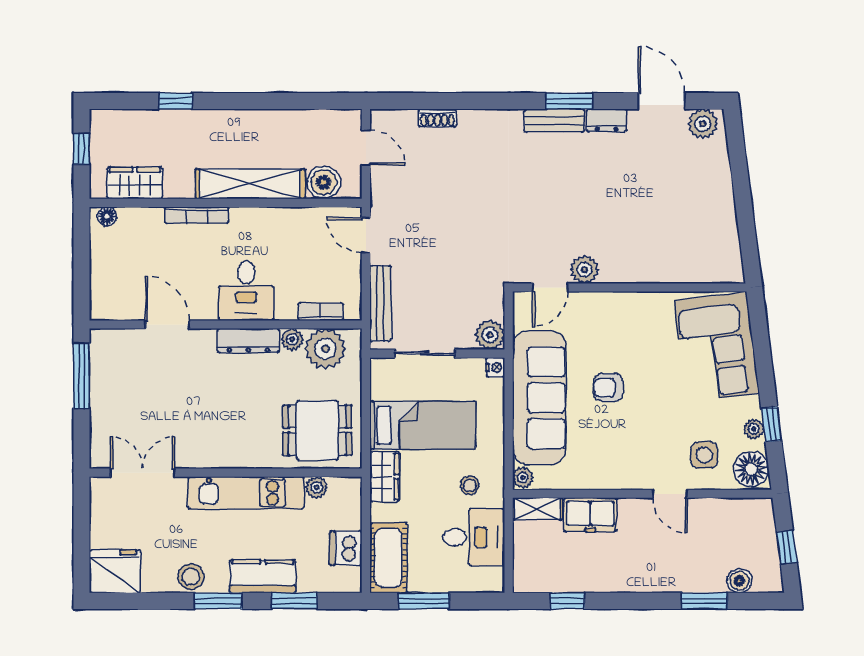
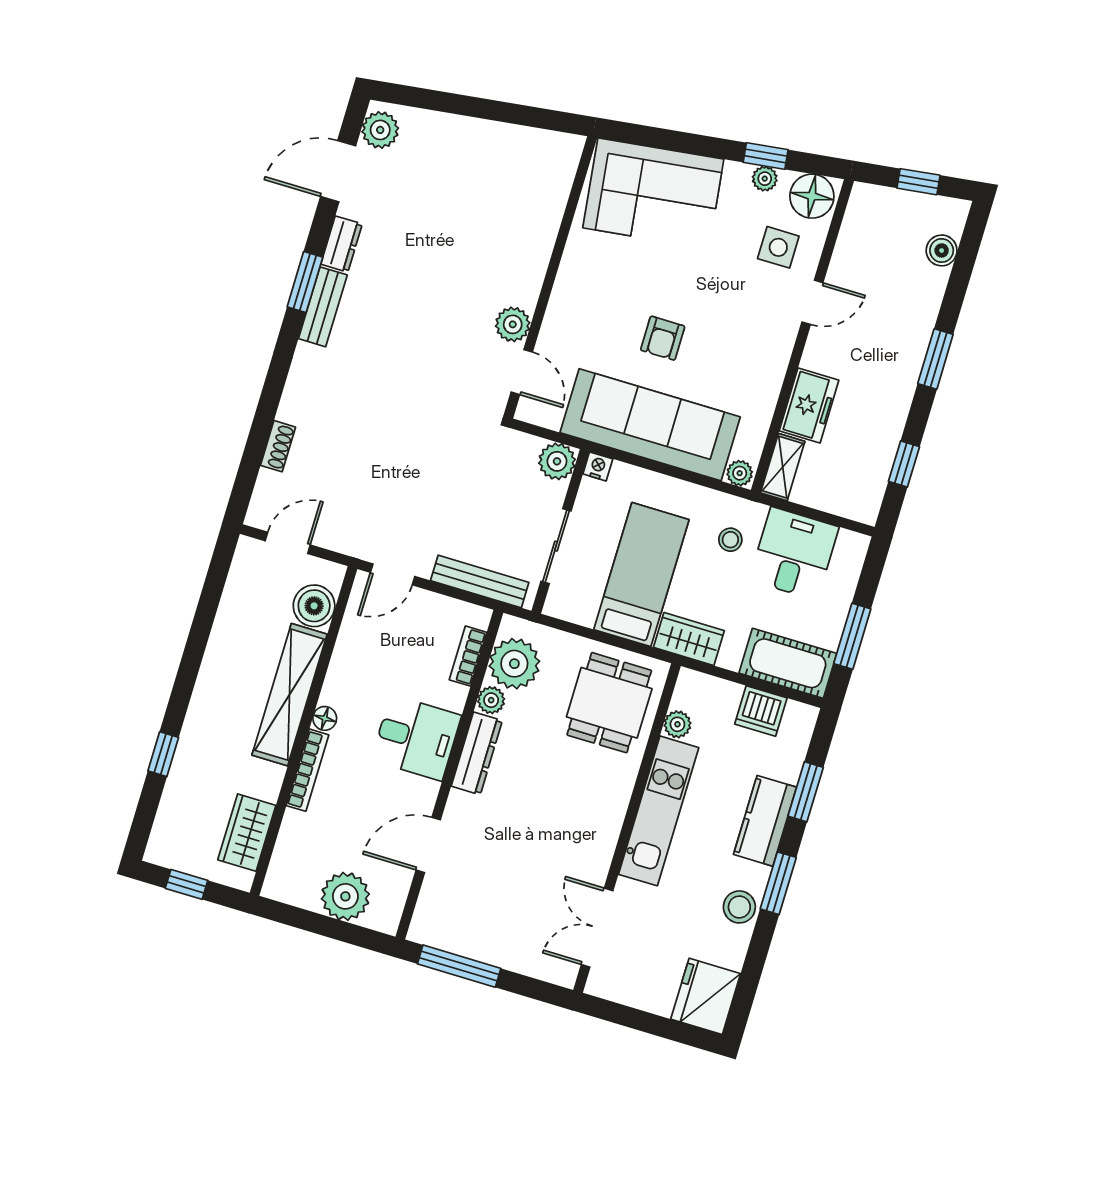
floor lamp: (107, 216) -> (325, 718), moved
plant: (109, 273) -> (345, 896), added
window: (704, 601) -> (935, 359), moved

